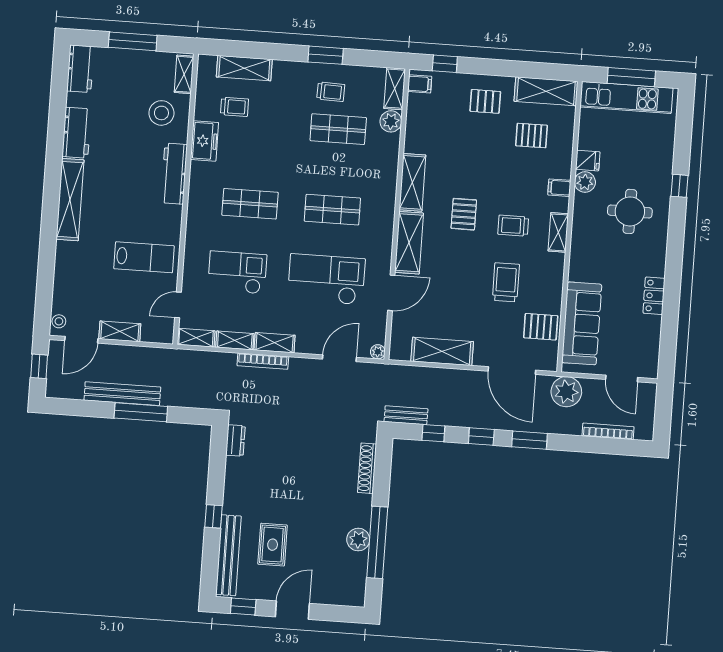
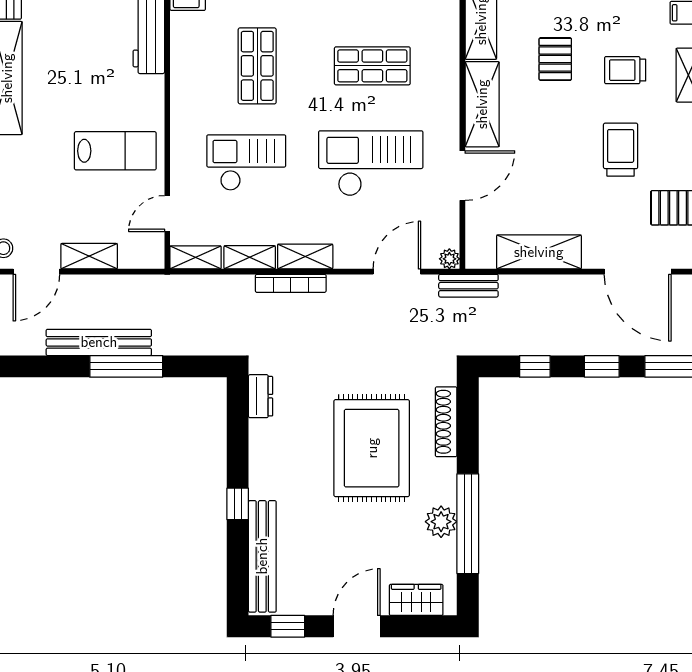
shop shelf: (250, 204) -> (257, 66), turned 90
bench: (406, 415) -> (468, 286), moved
rug: (273, 545) -> (372, 448), moved, width x1.86, depth x2.06
wardrobe: (336, 594) -> (416, 600), added

